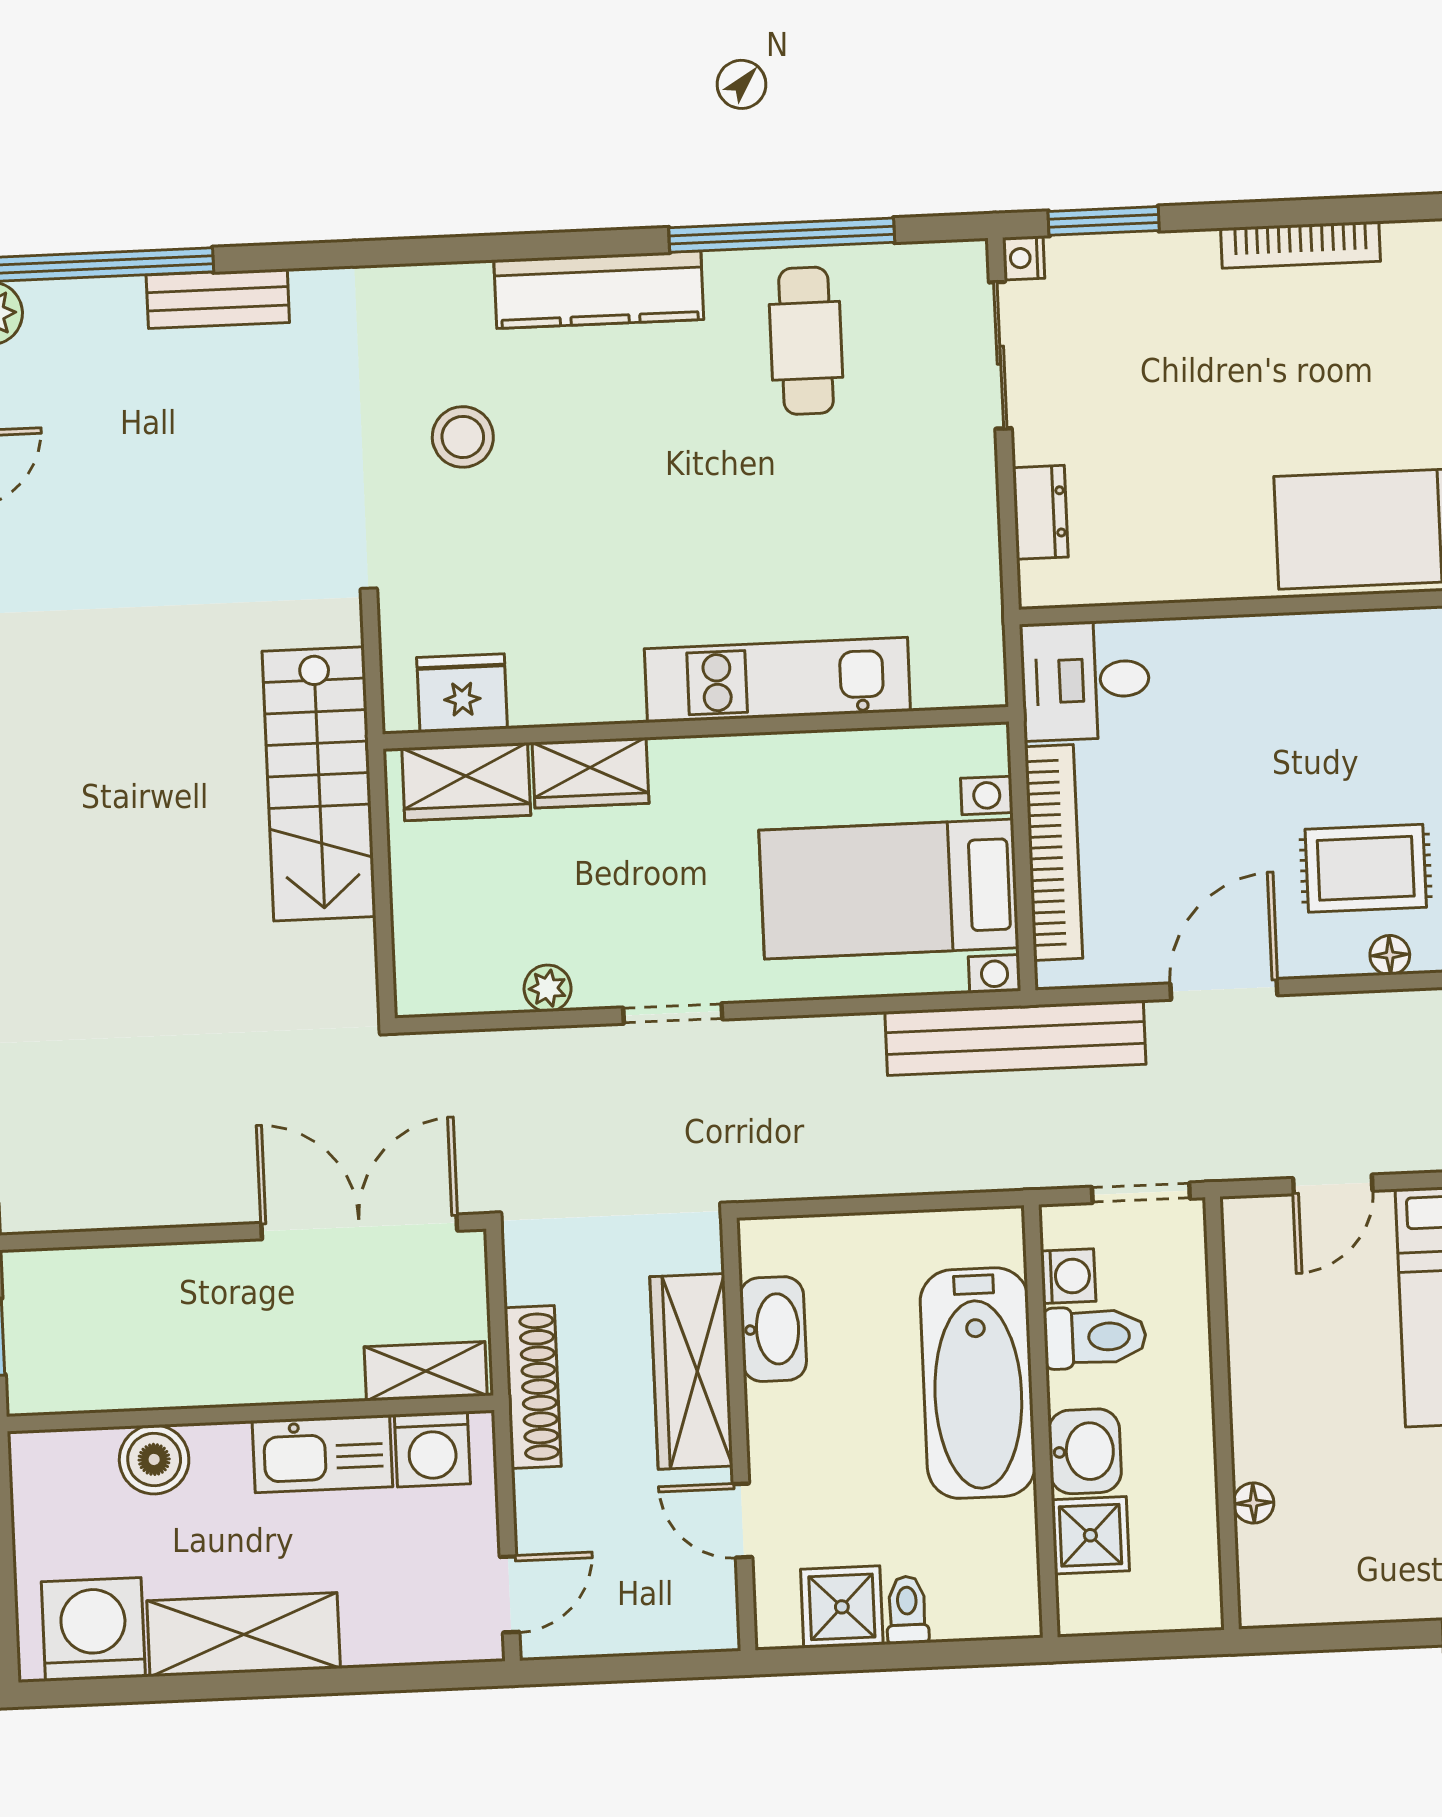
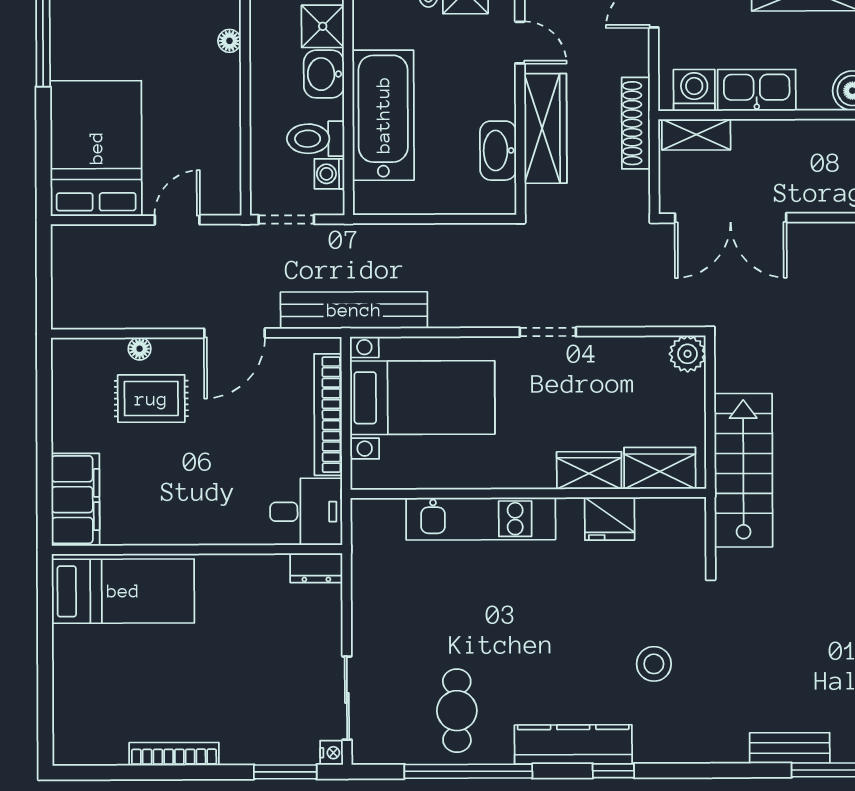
window: (526, 246) -> (613, 771), added
dresser: (1040, 512) -> (316, 568), moved, turned -90
fridge: (462, 693) -> (610, 519), moved
plant: (548, 988) -> (687, 354), moved, width x1.38, depth x1.38

